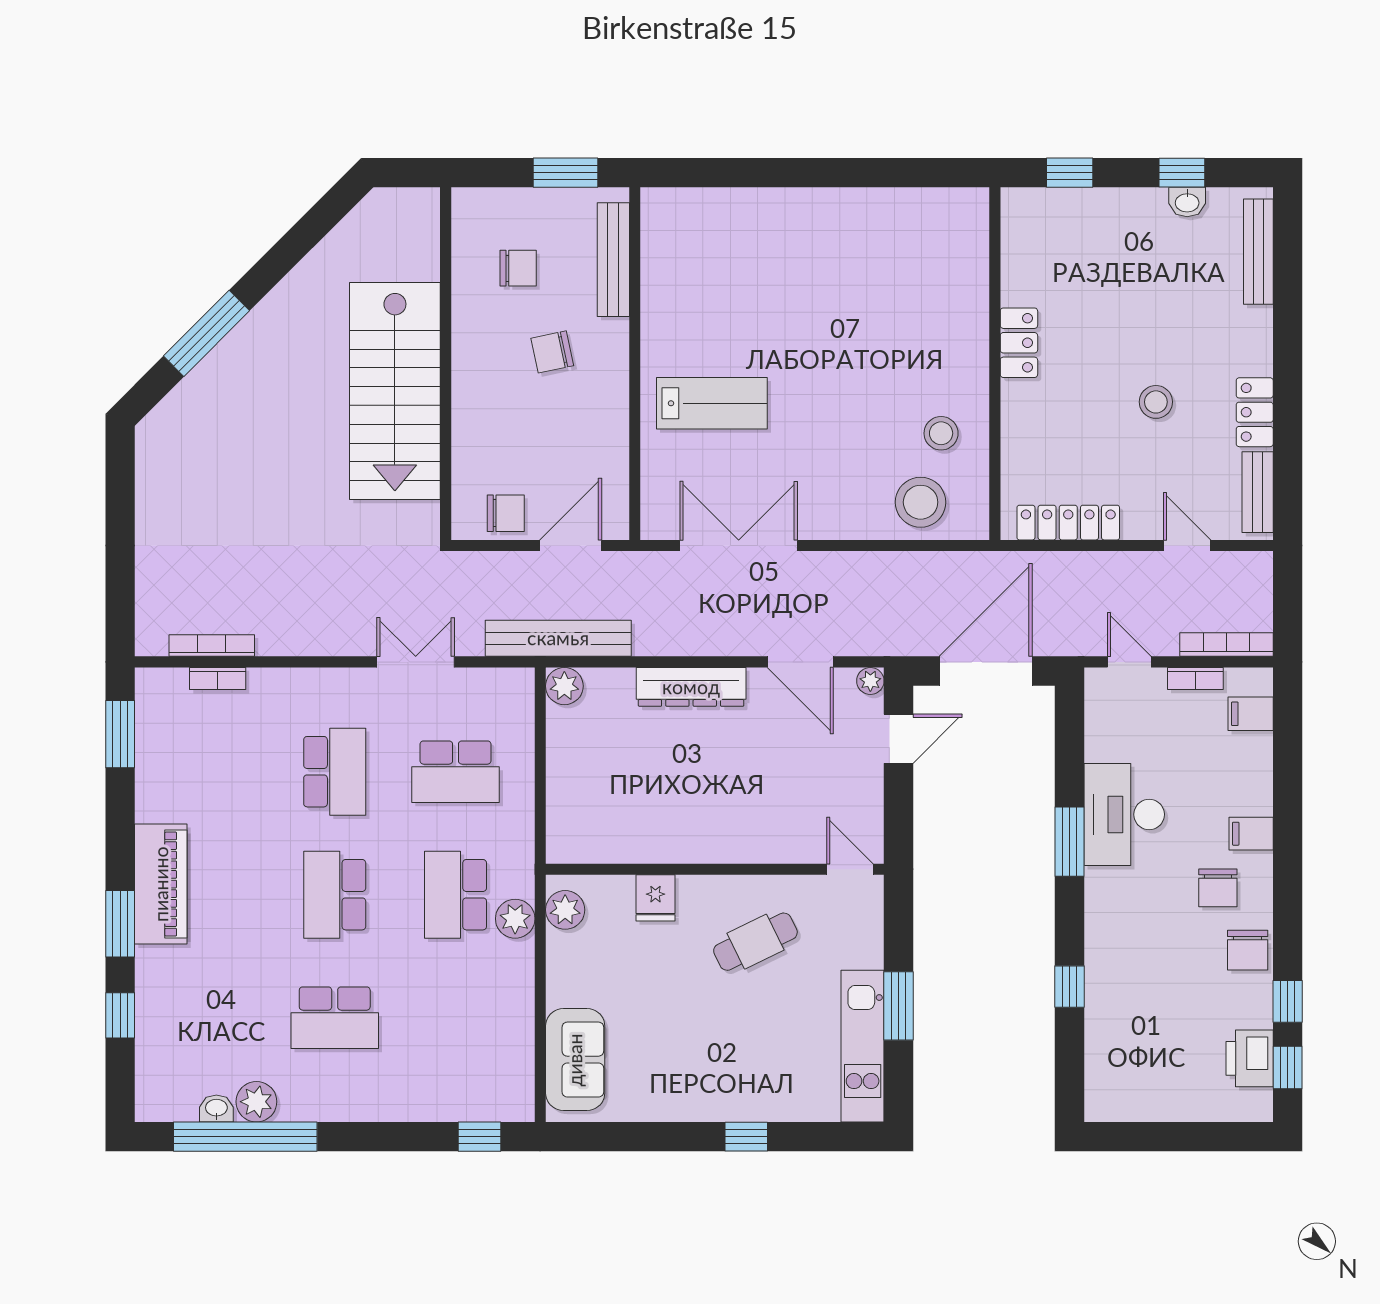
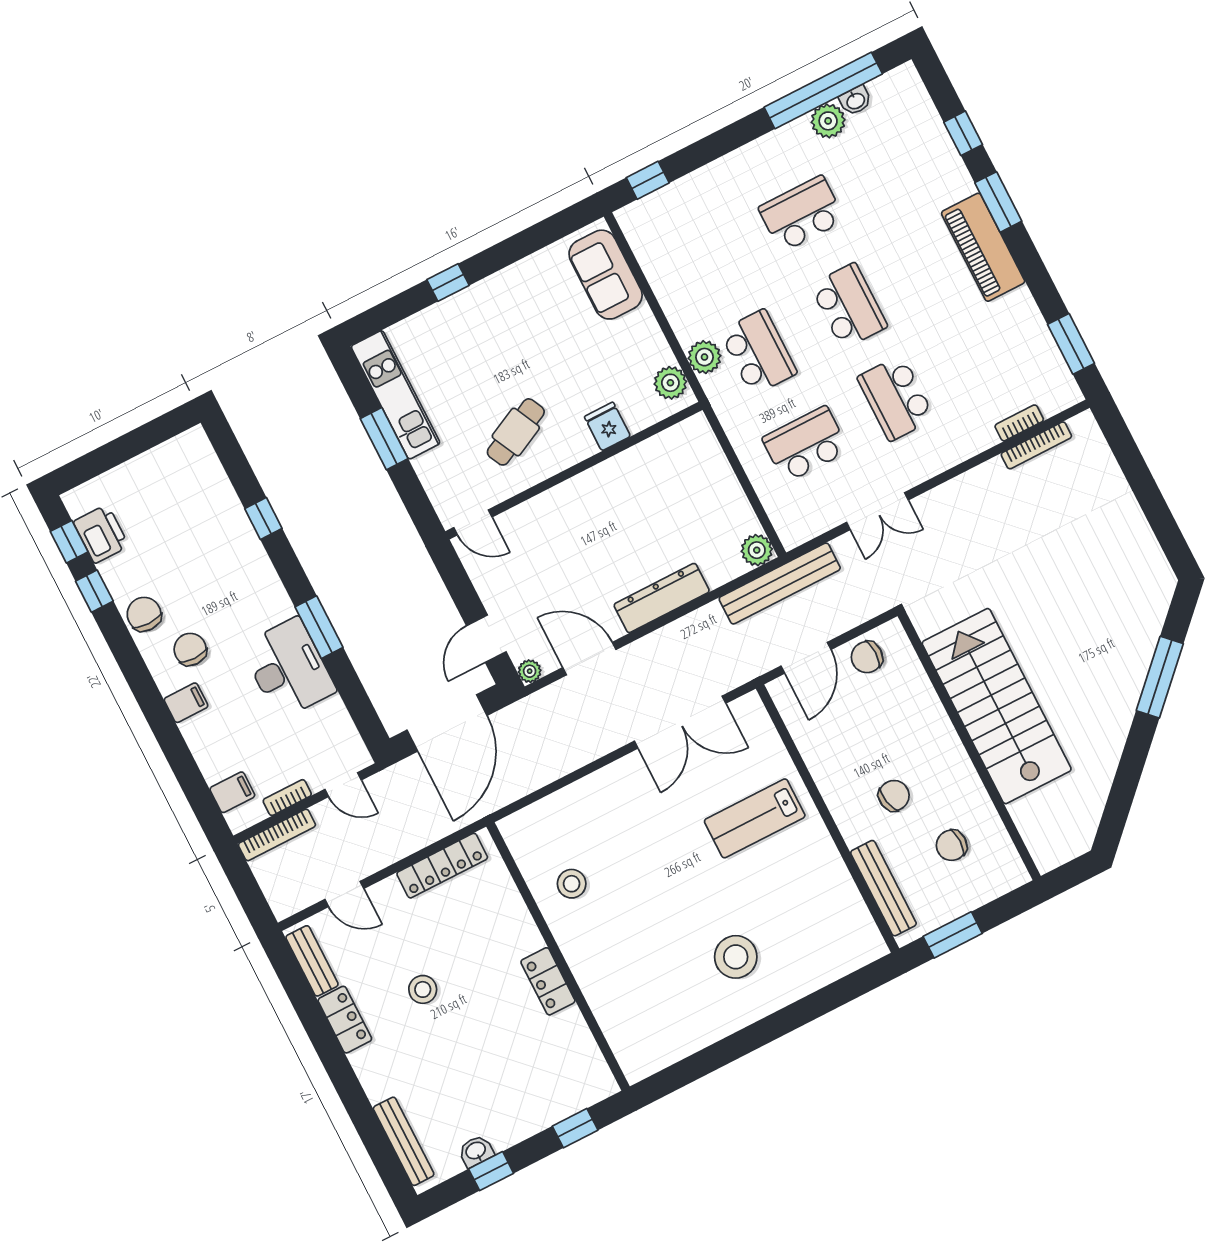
stool: (921, 502) -> (736, 957), moved

